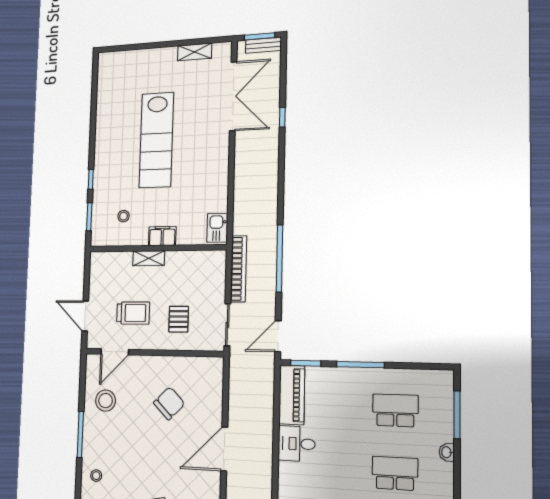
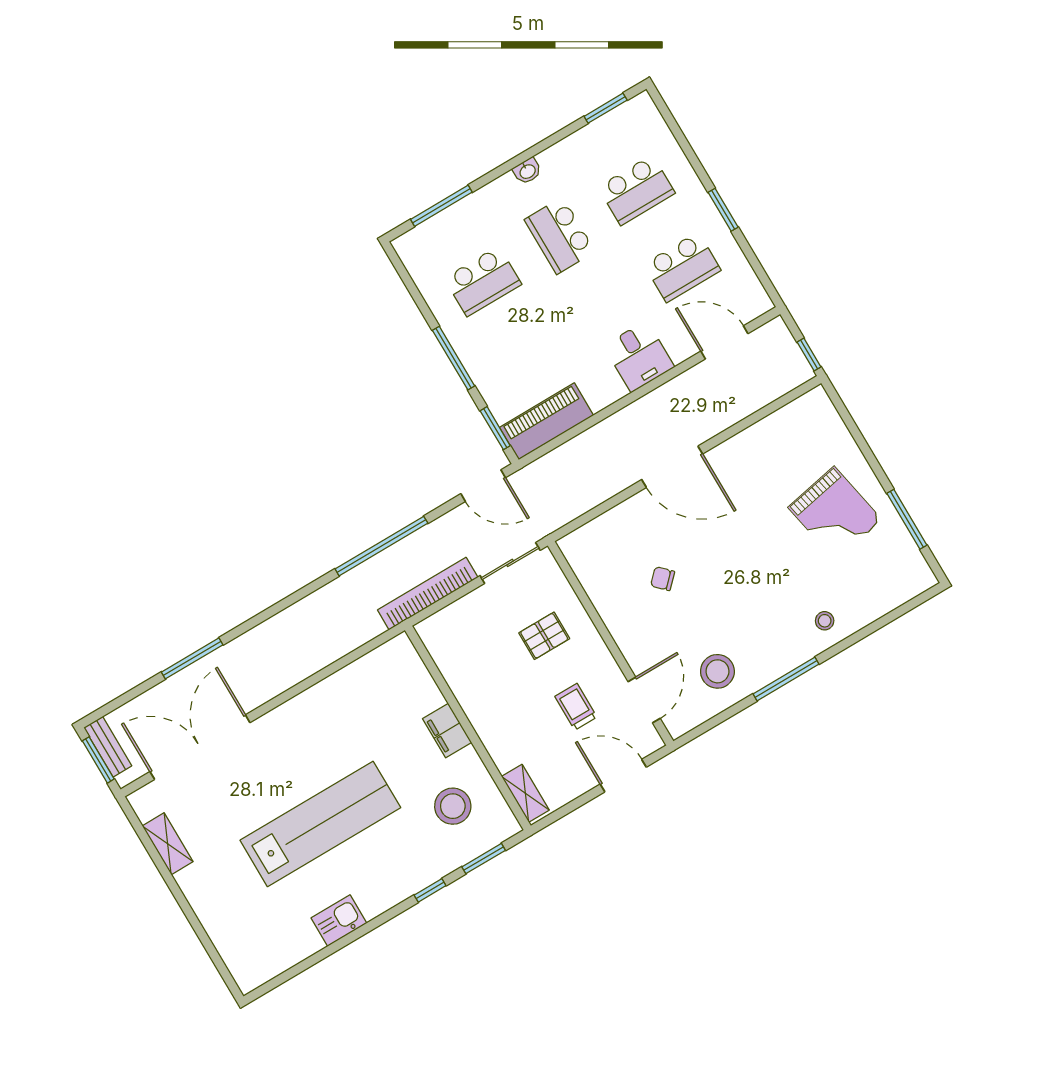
window: (282, 117) -> (192, 658), width x2.17
stool: (124, 216) -> (453, 806), width x1.89, depth x1.89
kitchen sink: (217, 228) -> (339, 921), moved, turned 180
shelving: (149, 258) -> (525, 793), moved
trolley: (133, 313) -> (576, 707), width x0.73, depth x0.72
door: (85, 316) -> (623, 776), swing flipped
door: (115, 352) -> (644, 700), hinge flipped
chair: (169, 403) -> (663, 579), width x0.54, depth x0.54
school desk: (395, 410) -> (483, 281), turned -90
desk: (297, 444) -> (639, 356), moved
washbasin: (447, 452) -> (527, 171), moved

